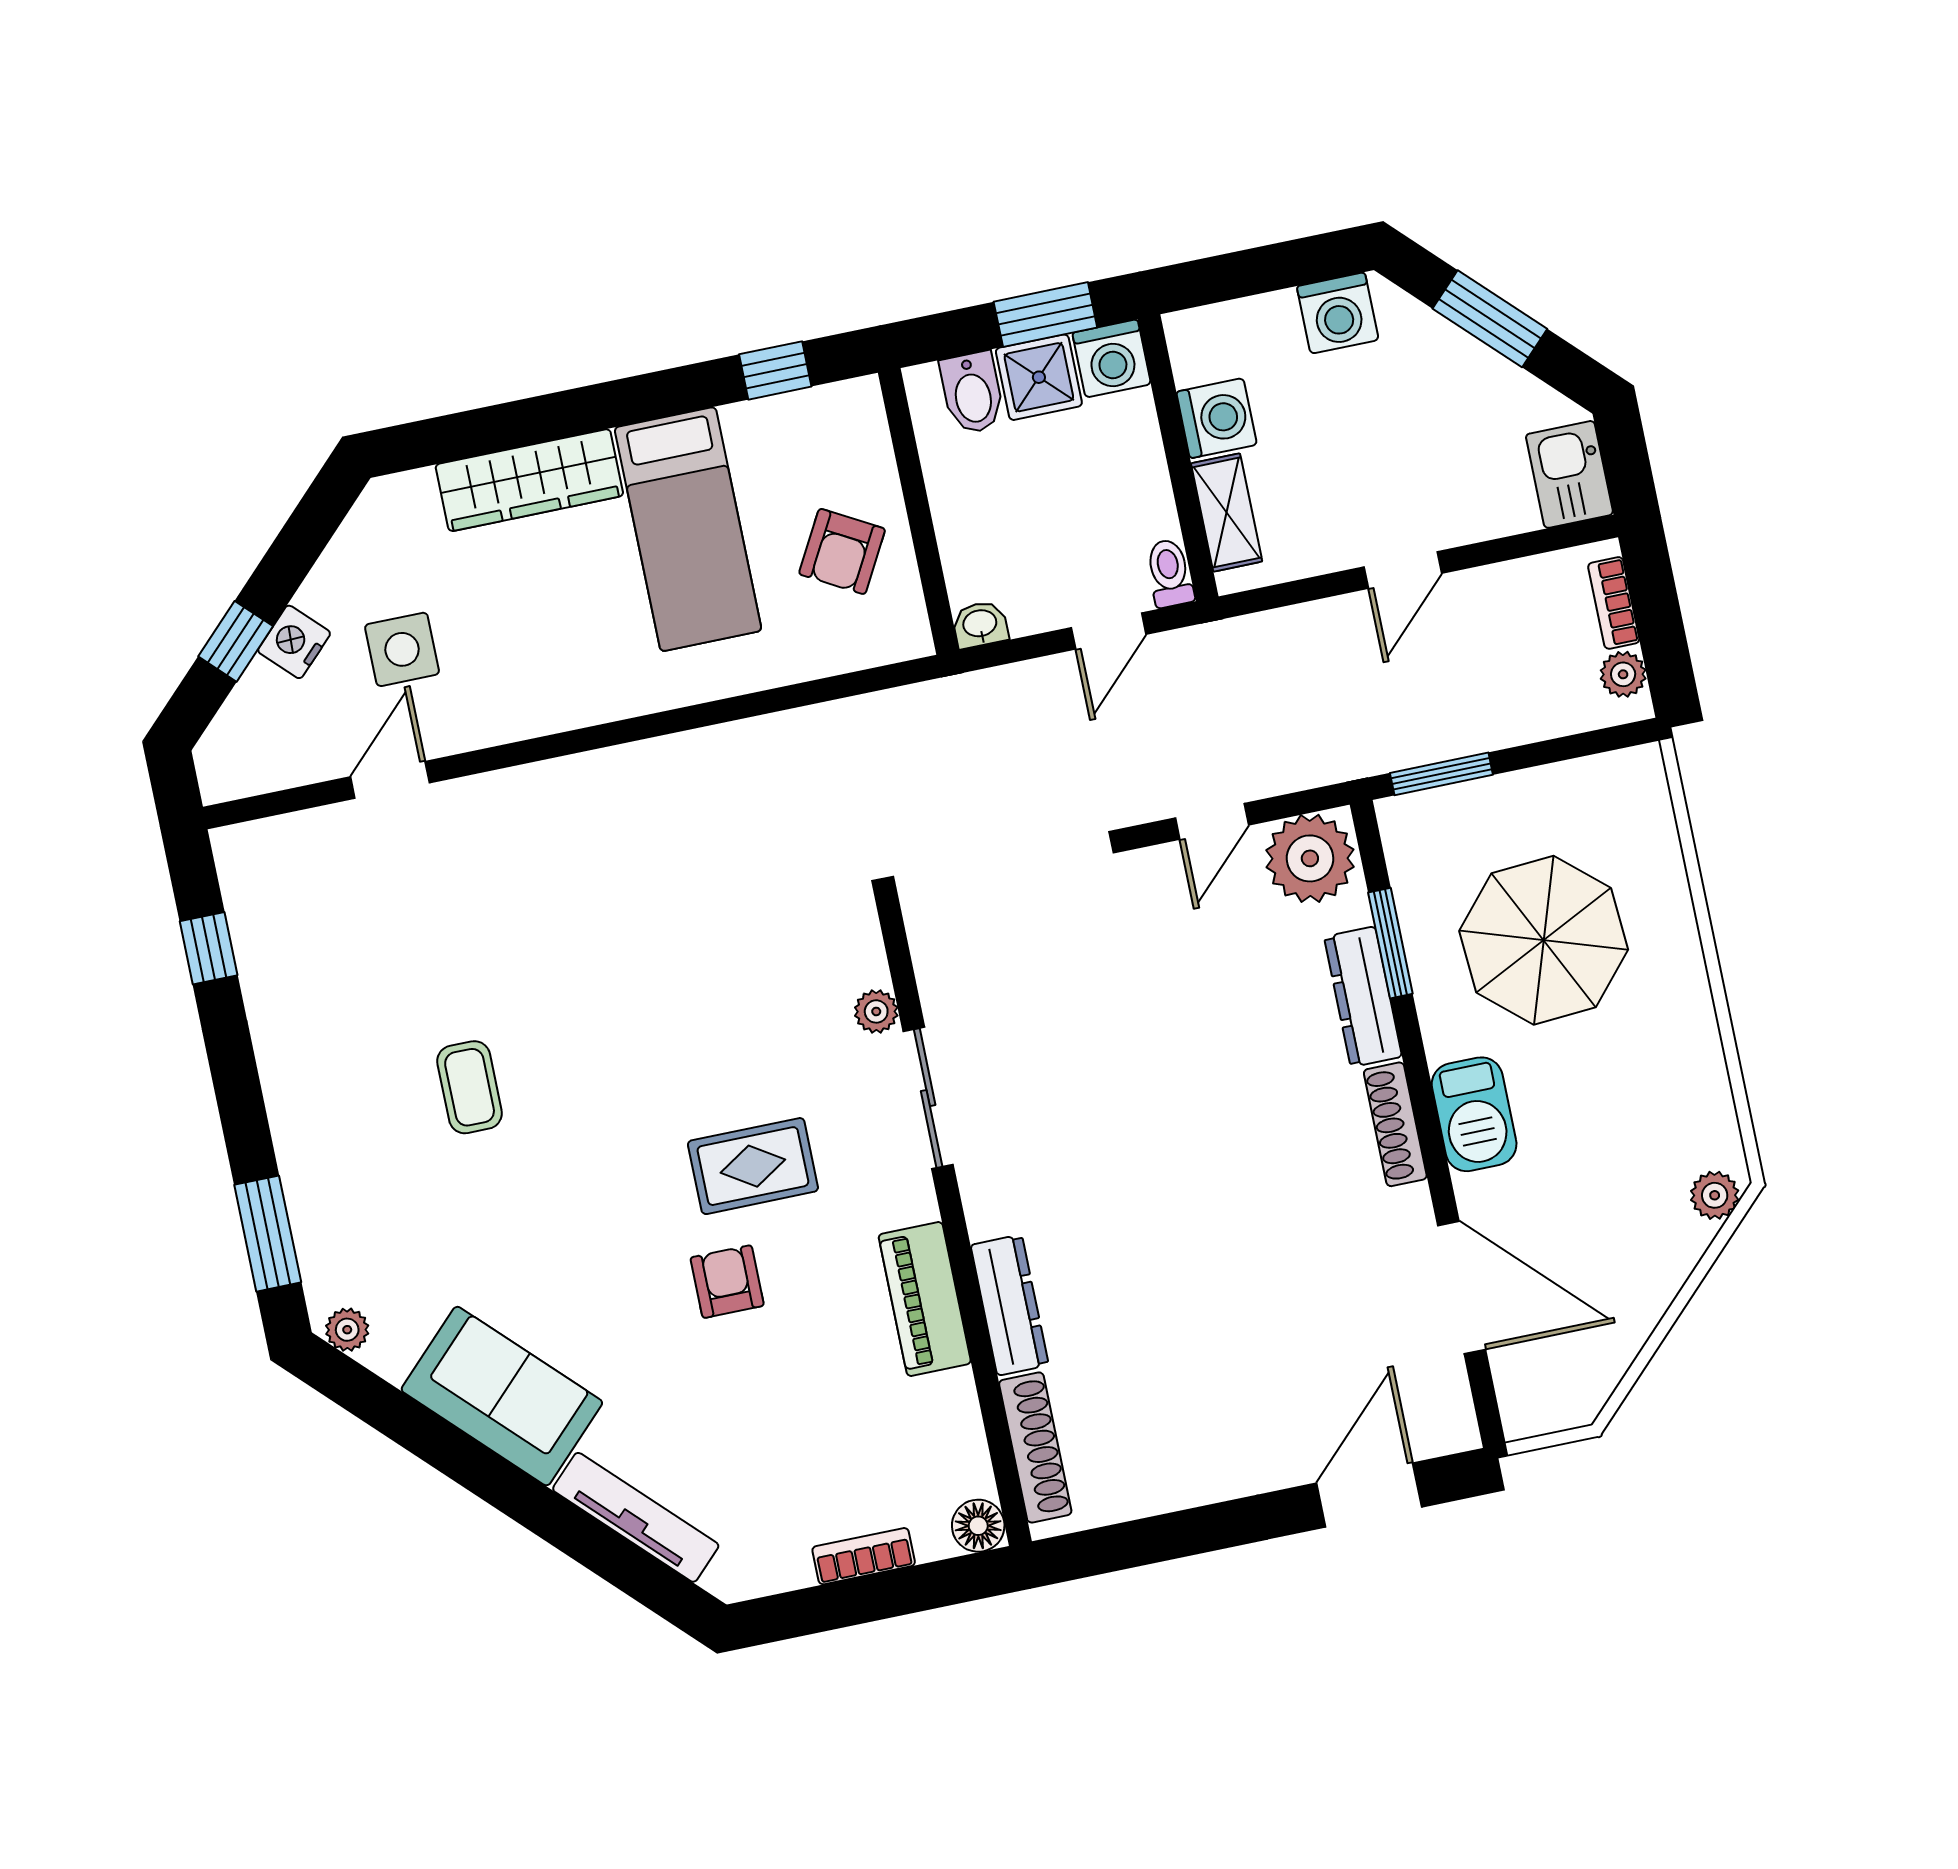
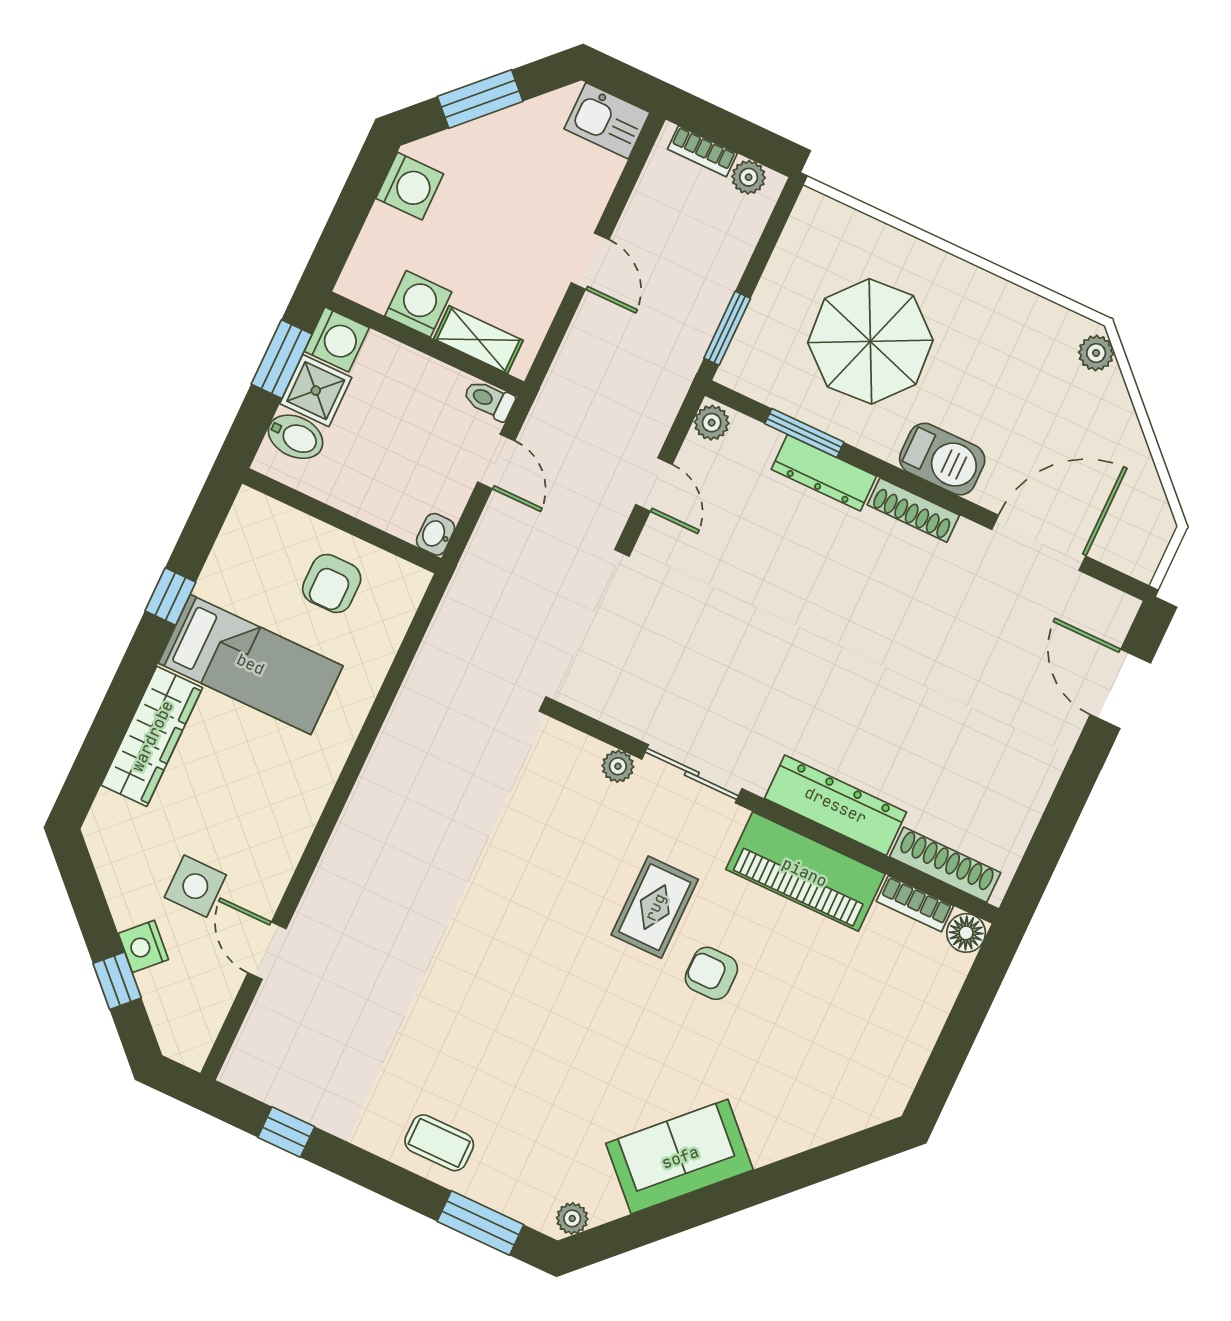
window: (775, 370) -> (170, 597), moved
armchair: (842, 551) -> (332, 583), turned 61
plant: (1310, 858) -> (712, 423), width x0.53, depth x0.53
coffee table: (470, 1087) -> (439, 1143), moved
piano: (925, 1299) -> (805, 872), width x1.37, depth x1.33
dresser: (1010, 1305) -> (836, 805), width x1.37, depth x1.24
tv unit: (636, 1517) -> (810, 1131), removed
bookcase: (864, 1556) -> (915, 904), moved, turned -90

